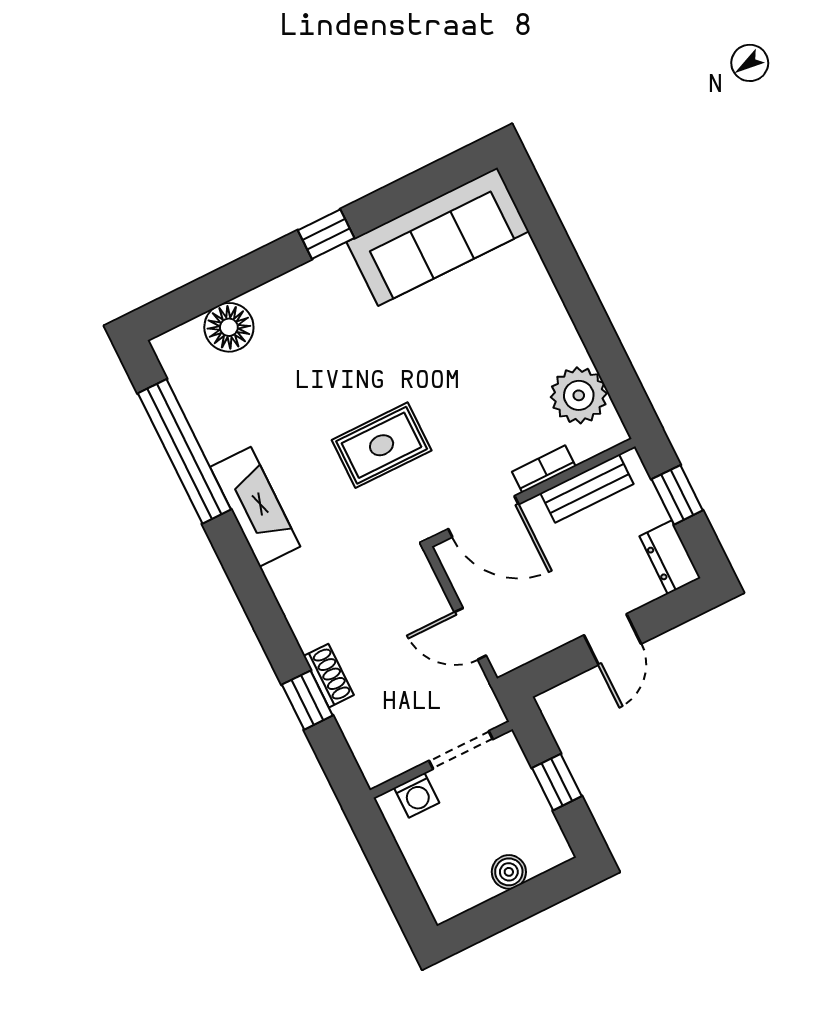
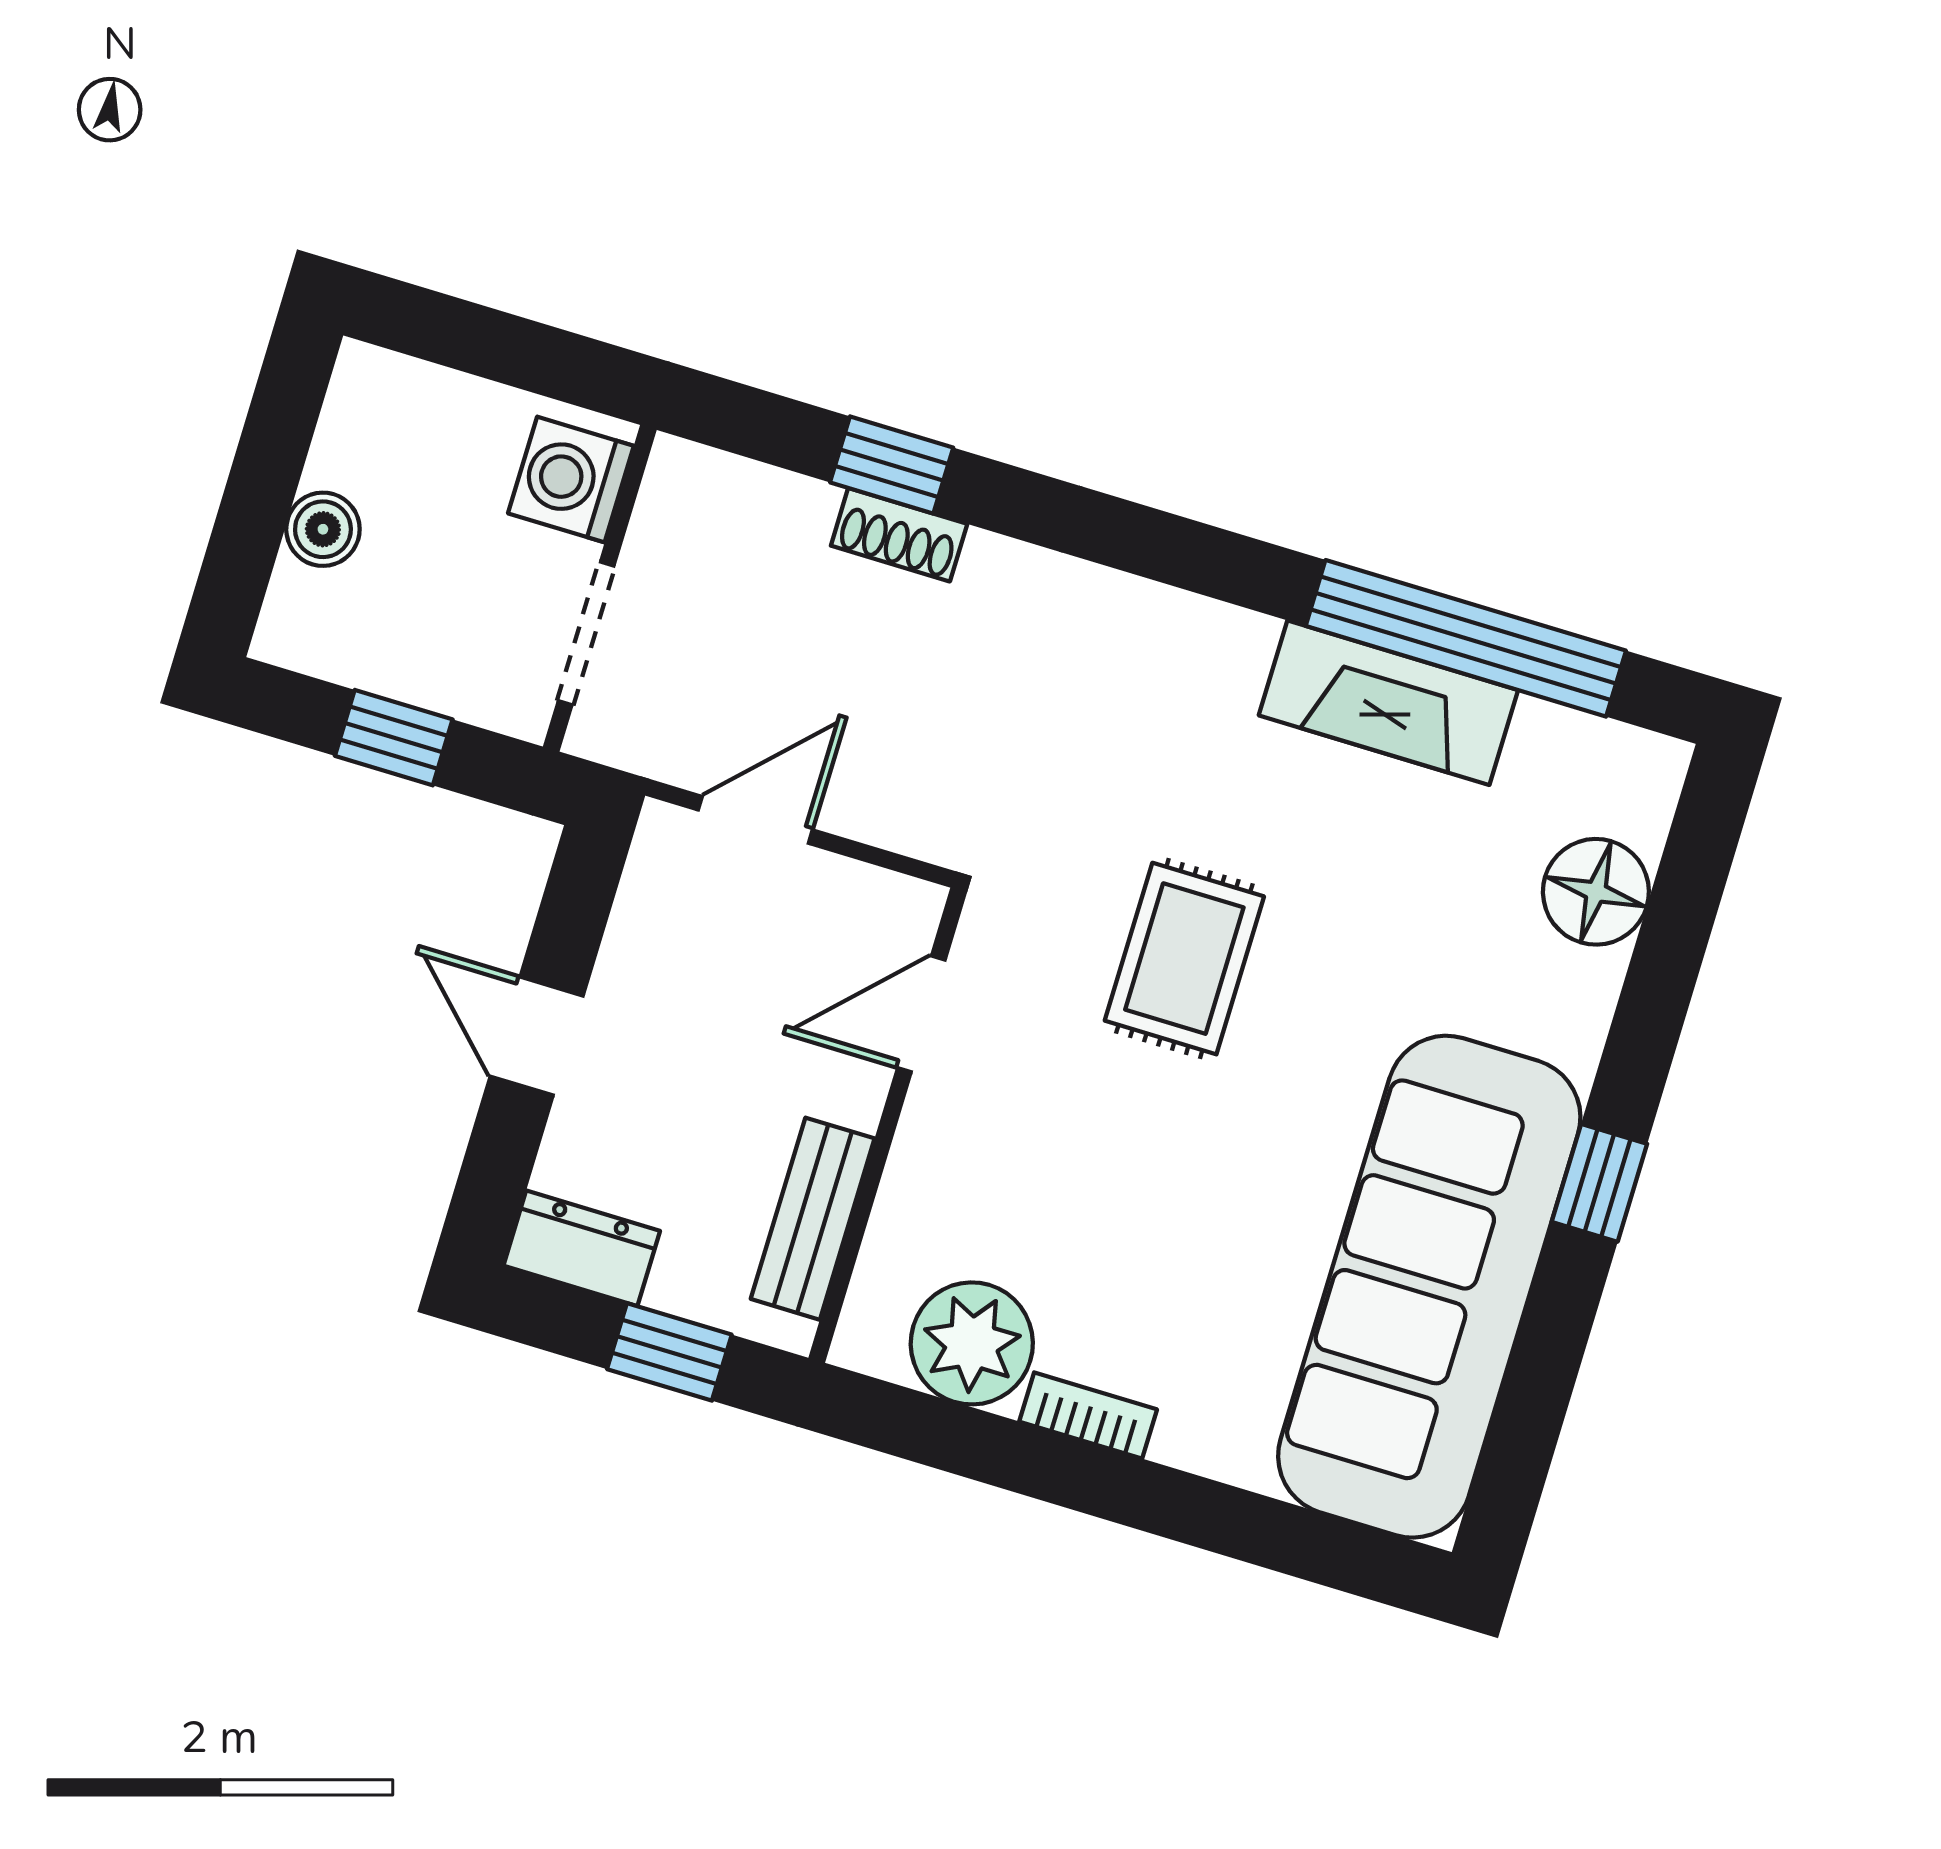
sofa: (438, 237) -> (1429, 1287), width x1.36, depth x1.27
bookcase: (544, 469) -> (1088, 1415), moved, turned -90
fireplace: (255, 507) -> (1388, 703), moved
door: (483, 517) -> (921, 1014), width x0.73
washing machine: (417, 795) -> (571, 480), width x1.38, depth x1.38

